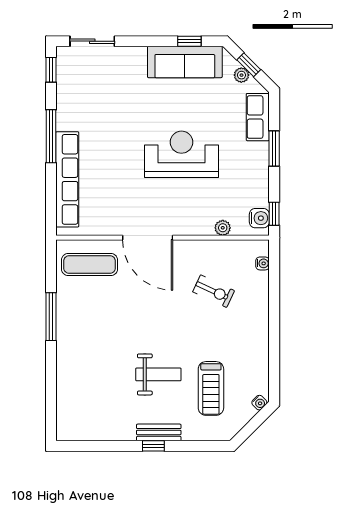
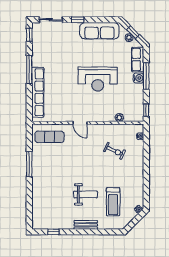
window: (189, 41) -> (78, 20), moved
window: (274, 149) -> (146, 76), width x1.44
reception desk: (181, 154) -> (98, 79), turned 180
water cooler: (259, 218) -> (138, 78), moved
door: (148, 238) -> (80, 123), width x0.53
window: (153, 446) -> (53, 232), moved

